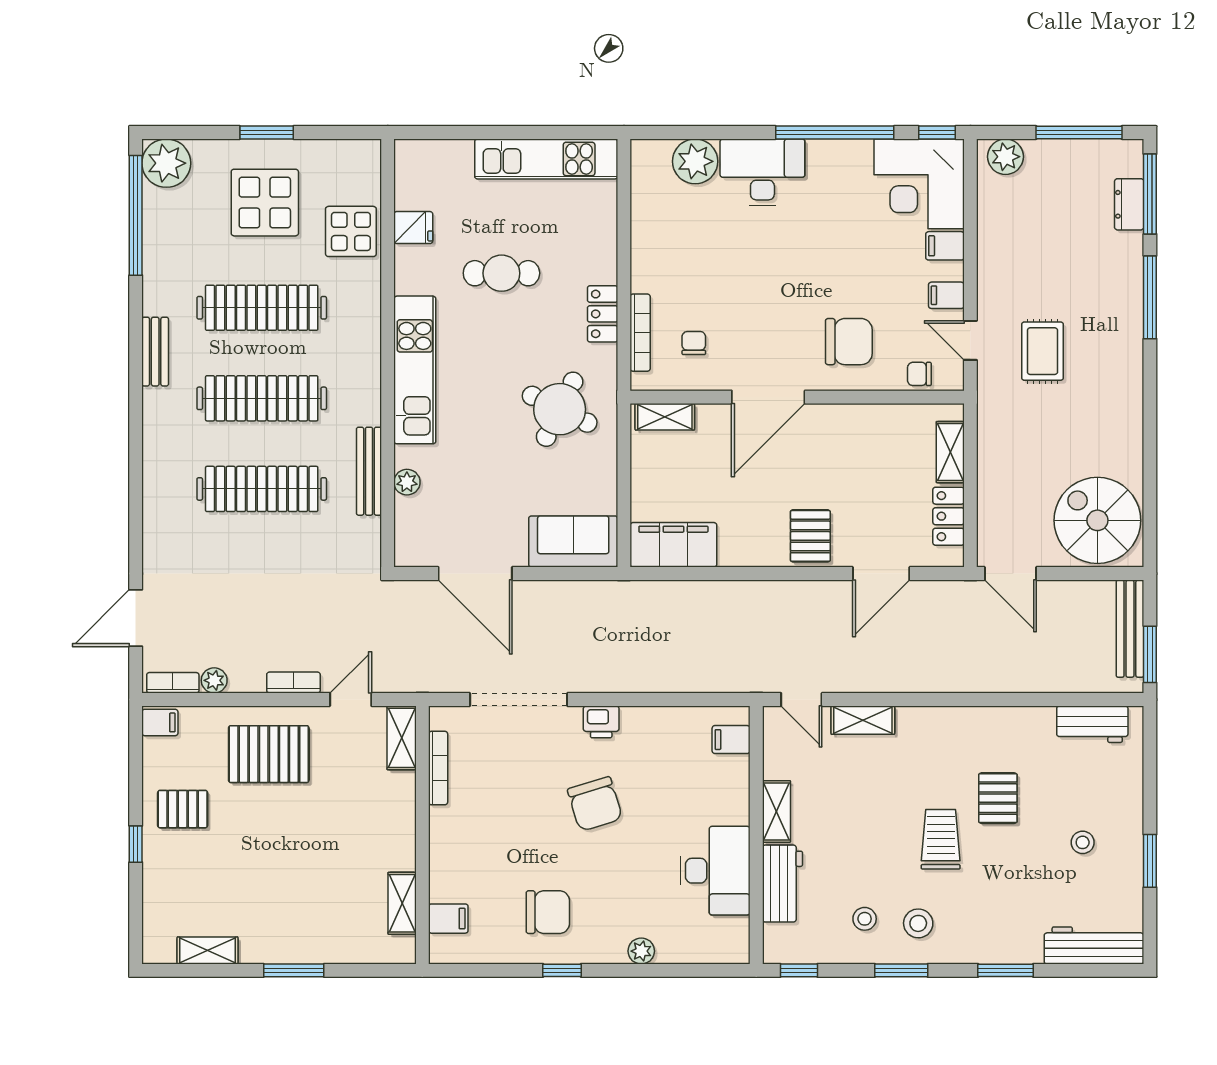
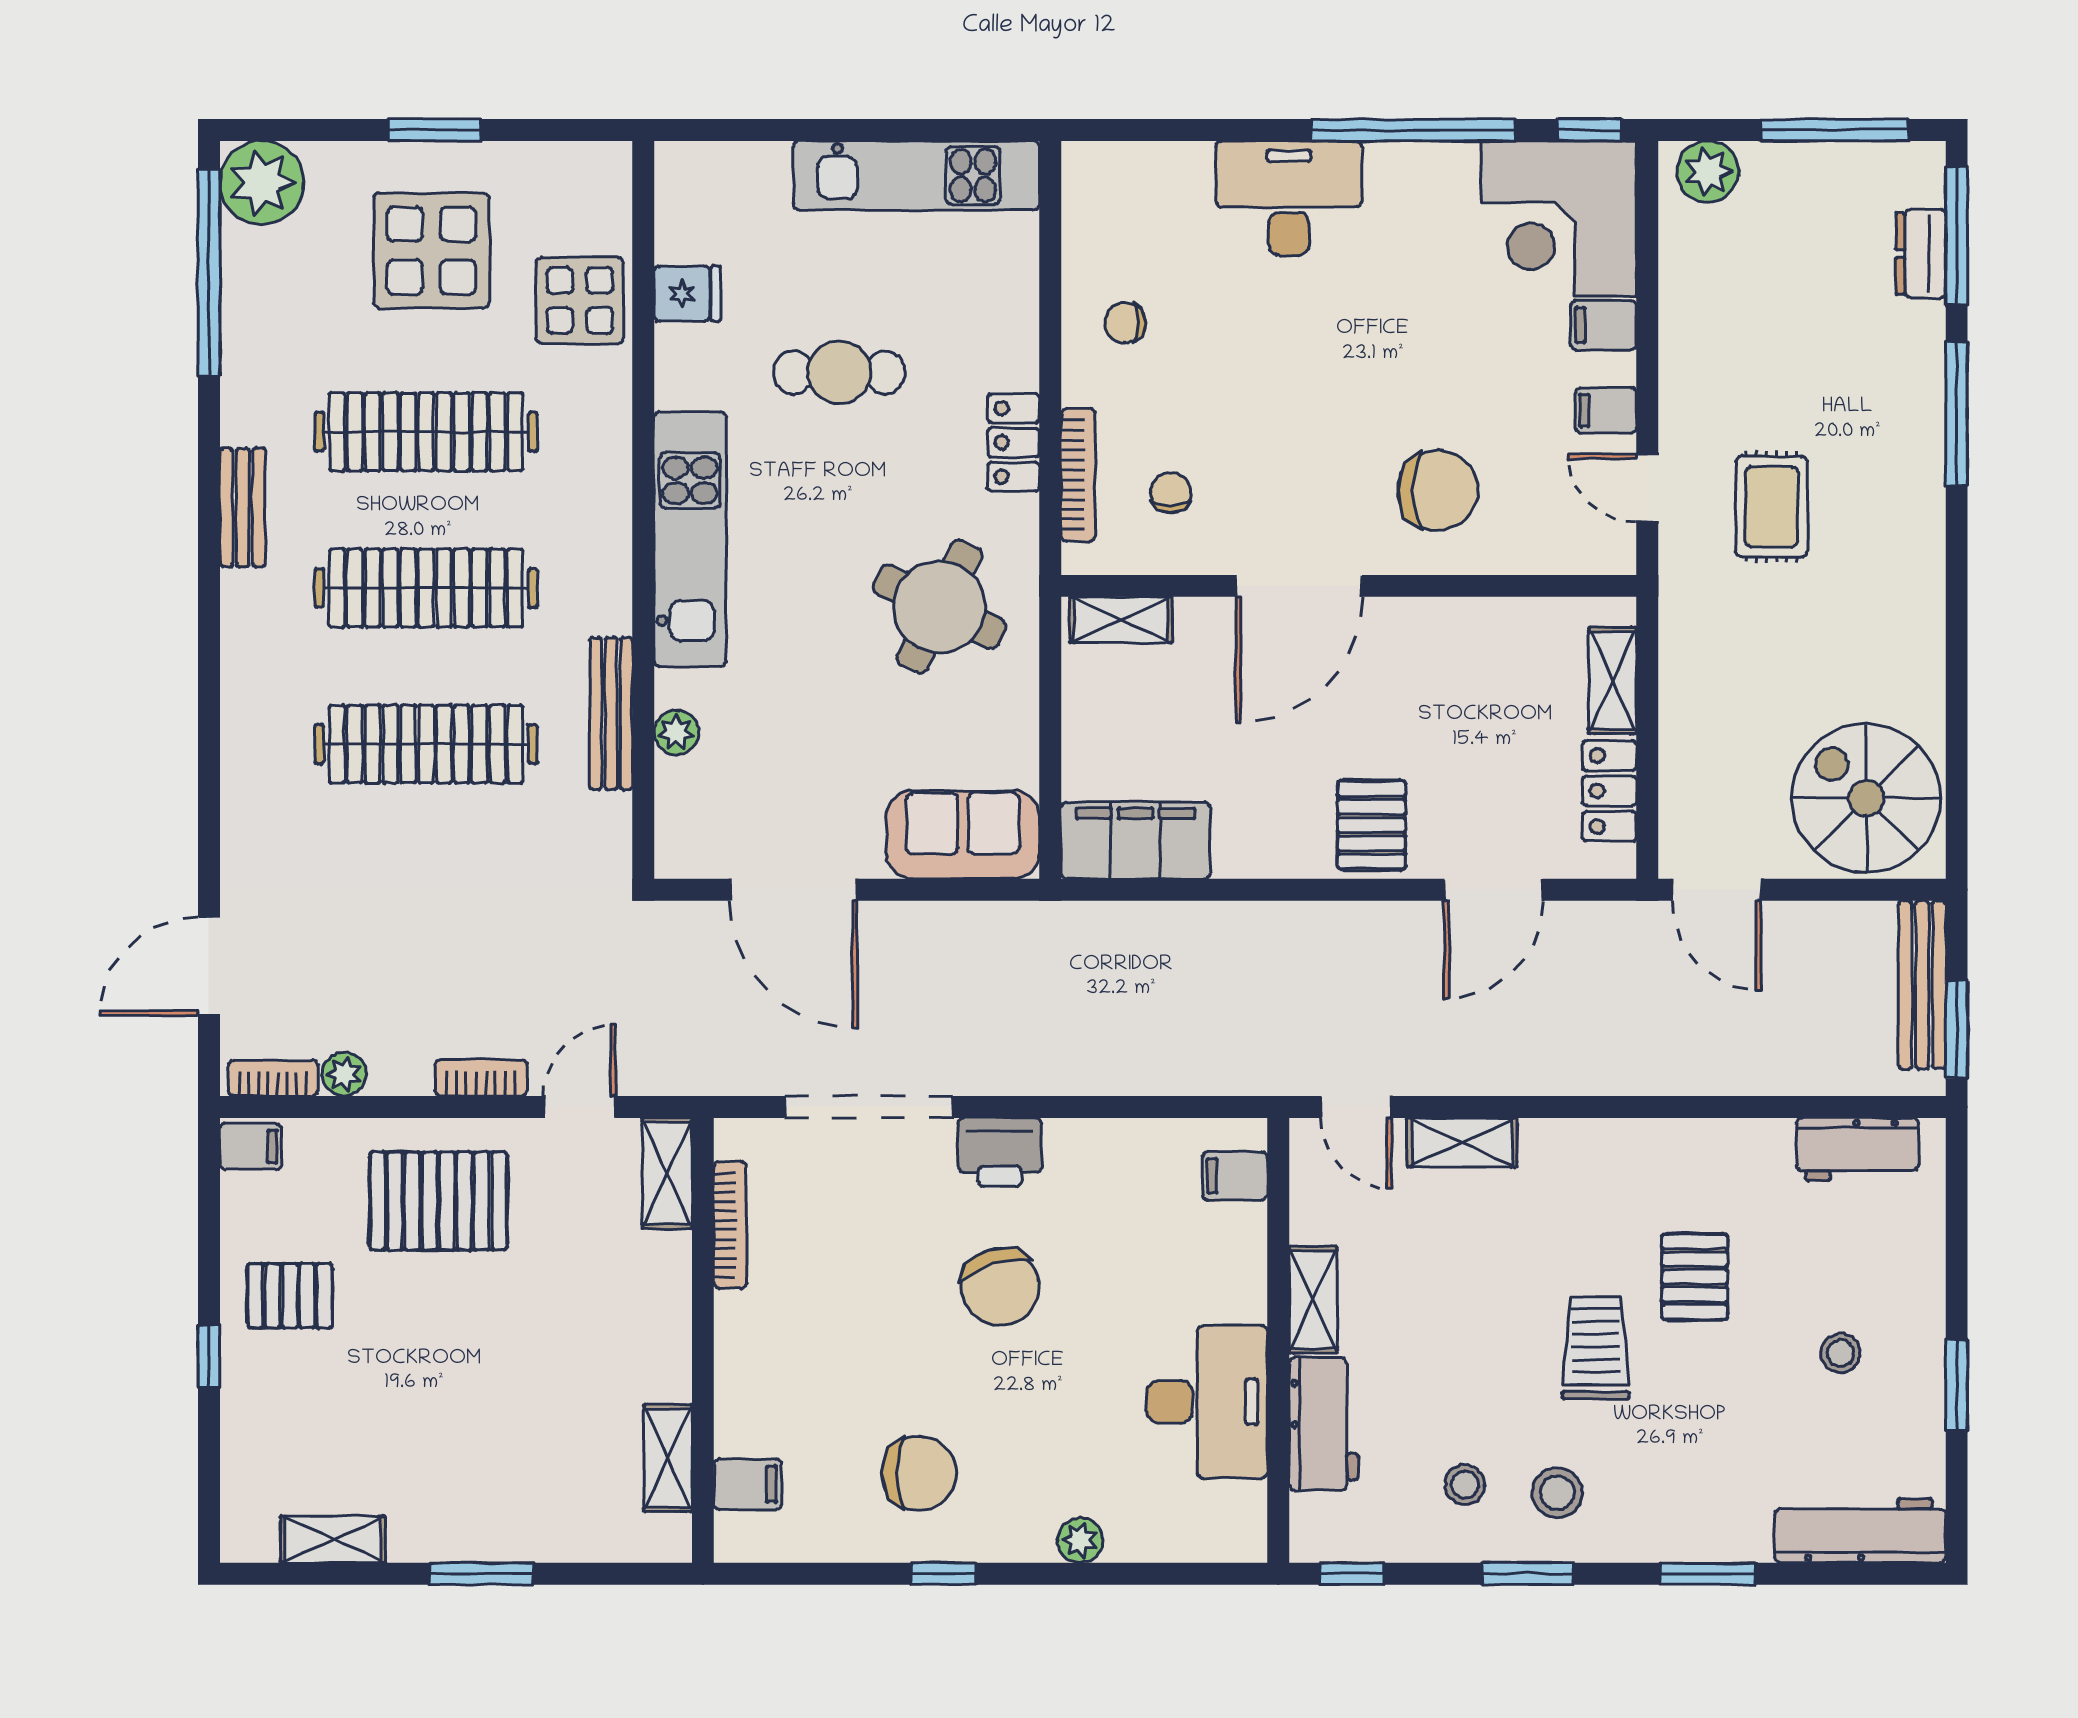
plant: (695, 161) -> (1173, 180), removed
chair: (919, 374) -> (1125, 323), moved
printer: (601, 722) -> (1000, 1152), width x1.36, depth x1.24

